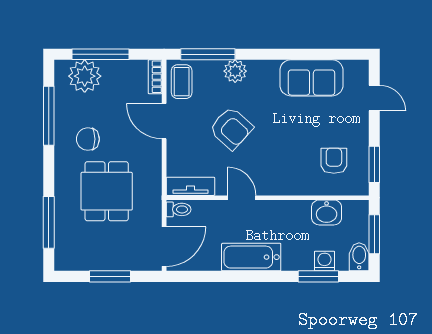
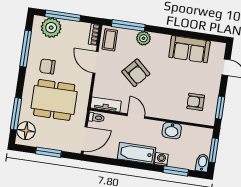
armchair: (334, 161) -> (196, 102), turned -90
dining table: (107, 191) -> (54, 100), width x1.38
washbasin: (327, 212) -> (172, 131), moved
floor lamp: (69, 247) -> (26, 131), added
washing machine: (325, 261) -> (161, 159), moved

